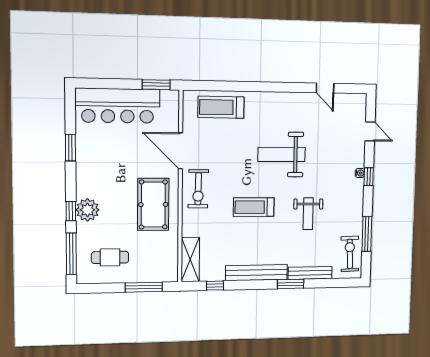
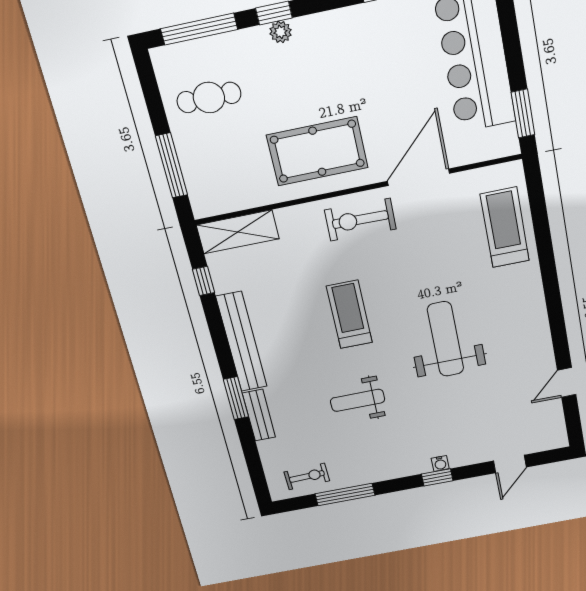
plant: (87, 210) -> (281, 32), width x0.53, depth x0.53
exercise bike: (350, 254) -> (307, 476), width x0.73, depth x0.72
cafe table: (110, 257) -> (209, 97), turned 90
bench: (310, 273) -> (259, 415), width x0.73

